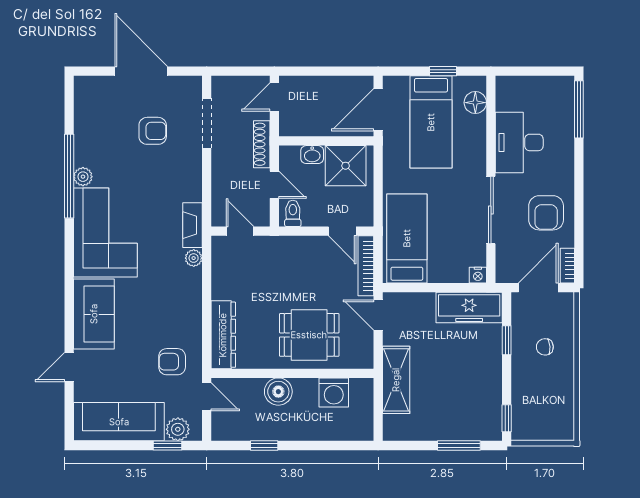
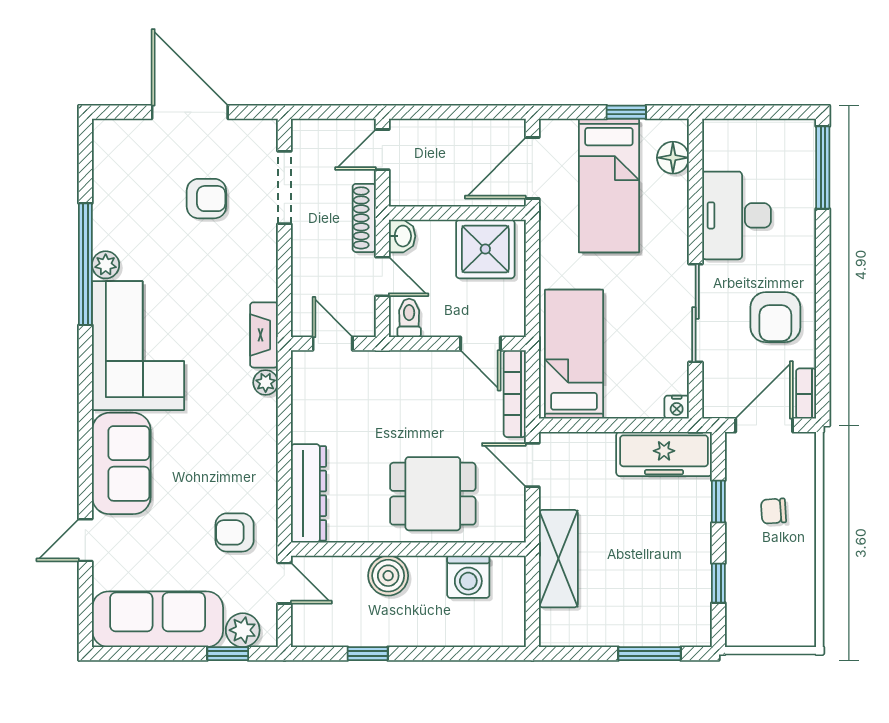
washbasin: (312, 155) -> (402, 236), moved, turned -90
window: (507, 418) -> (718, 583), moved

